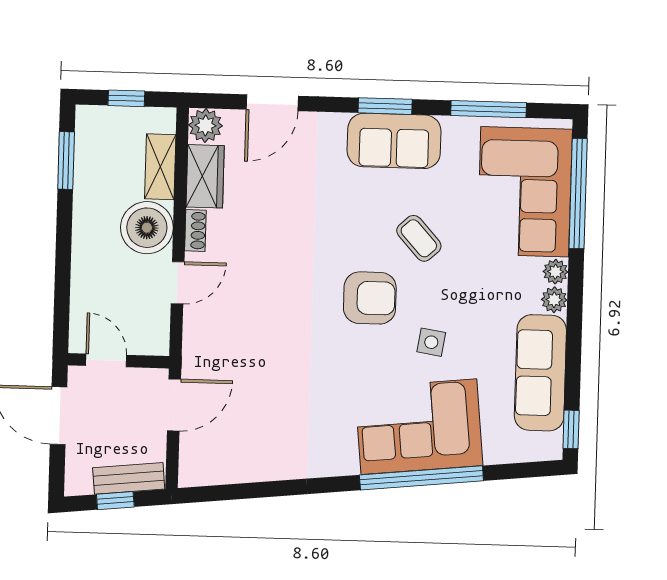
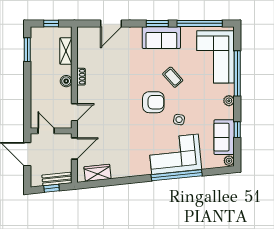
window: (489, 109) -> (200, 23), width x1.46
plant: (205, 125) -> (84, 34), removed
wardrobe: (205, 176) -> (97, 173), moved, turned -96
window: (578, 194) -> (237, 73), moved
boiler: (147, 228) -> (66, 81), width x0.54, depth x0.54
plant: (555, 272) -> (229, 161), moved
door: (178, 283) -> (74, 112), moved
sofa: (540, 373) -> (224, 137), width x0.73
window: (571, 429) -> (237, 130), moved

